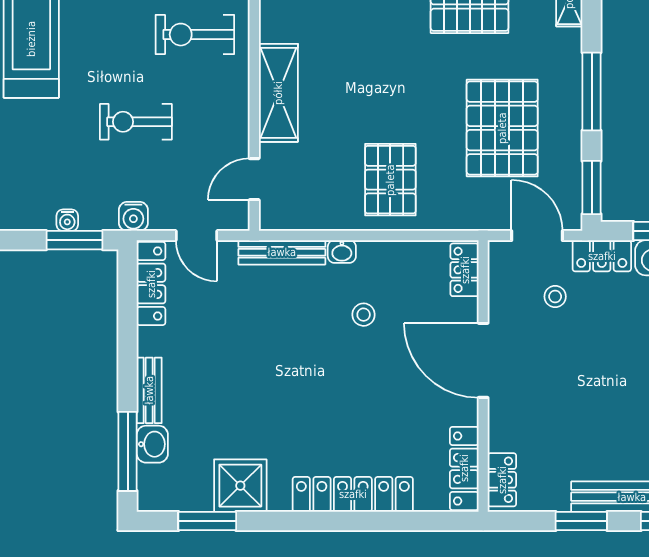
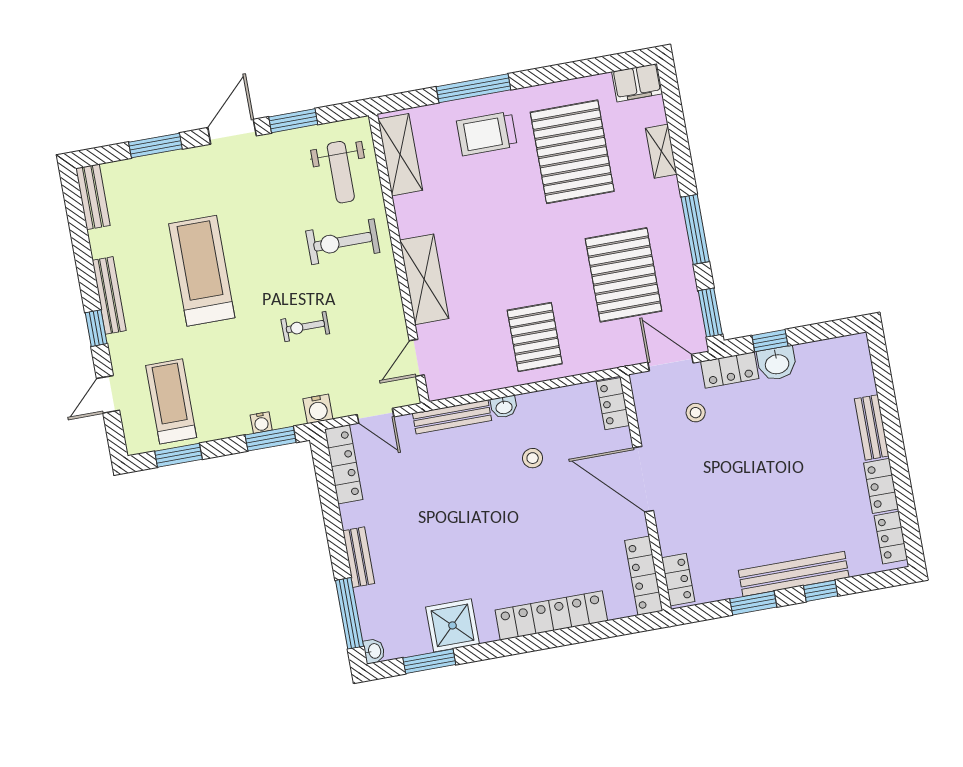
exercise bike: (136, 122) -> (305, 327), width x0.73, depth x0.72
washbasin: (152, 444) -> (374, 651), moved, width x0.72, depth x0.69

